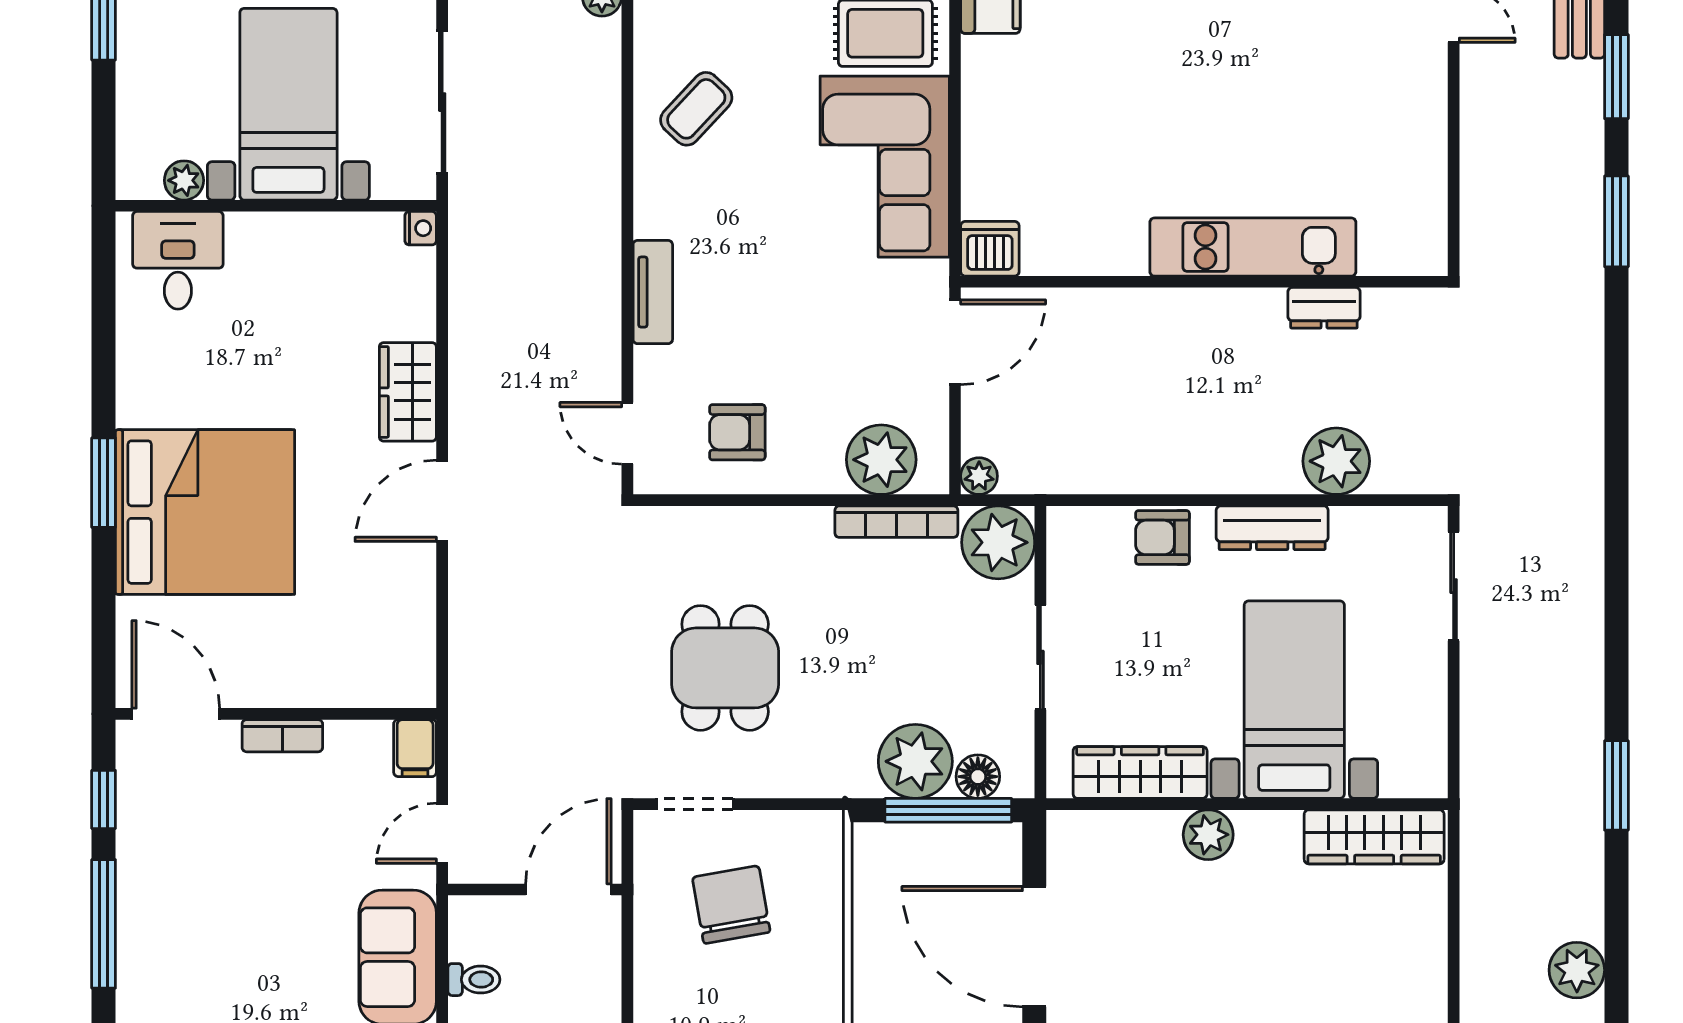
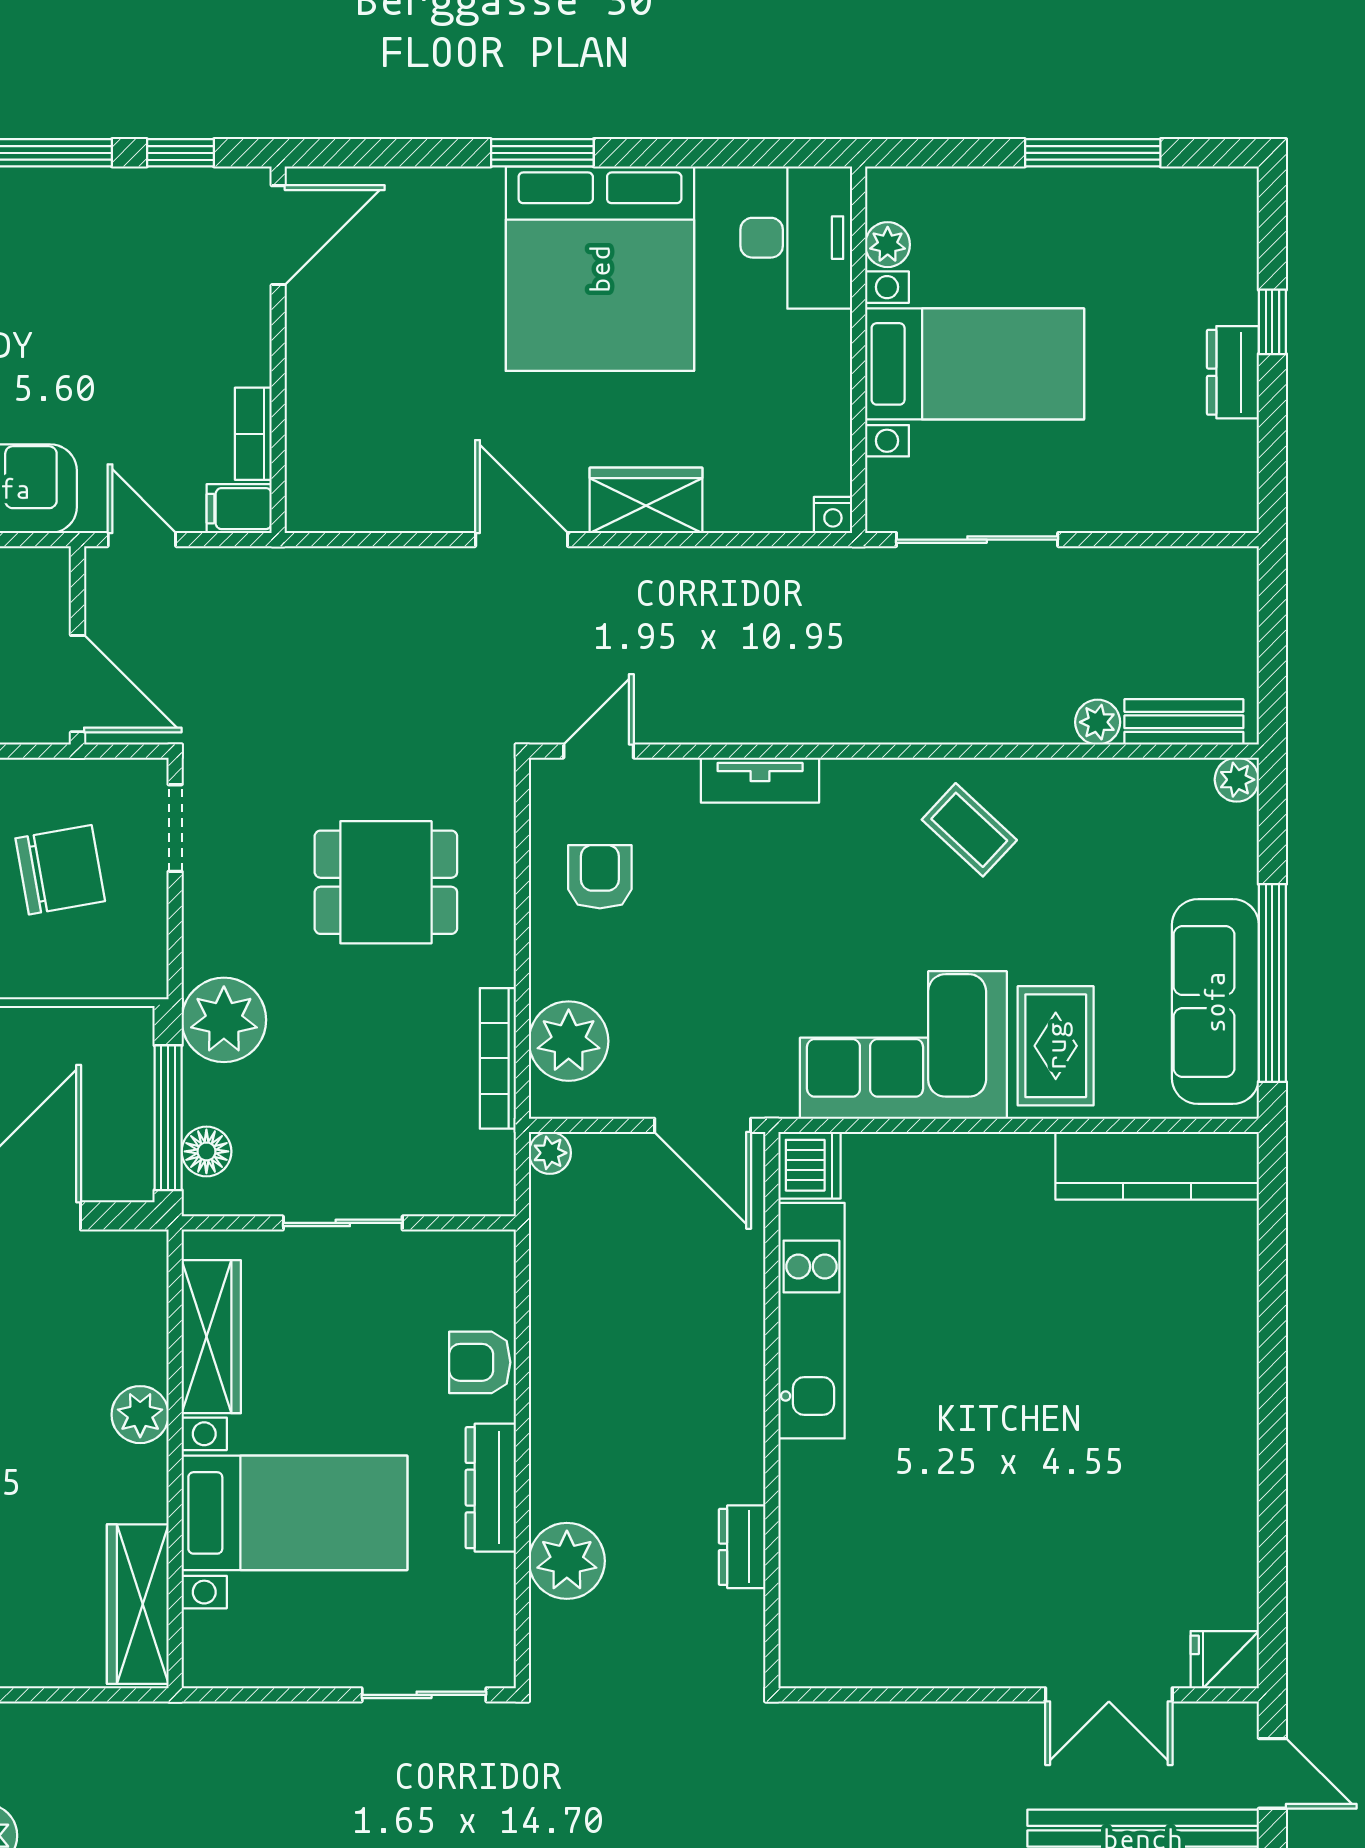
kitchen unit: (1253, 247) -> (811, 1321), moved
desk: (178, 260) -> (796, 238), width x1.37
bed: (205, 512) -> (600, 269), moved
armchair: (1162, 537) -> (480, 1362), turned -90
plant: (998, 542) -> (474, 1175), removed
dining table: (725, 668) -> (386, 882), moved
bookcase: (282, 736) -> (253, 434), moved
plant: (915, 761) -> (224, 1020), moved

